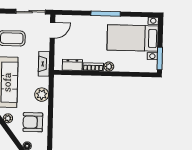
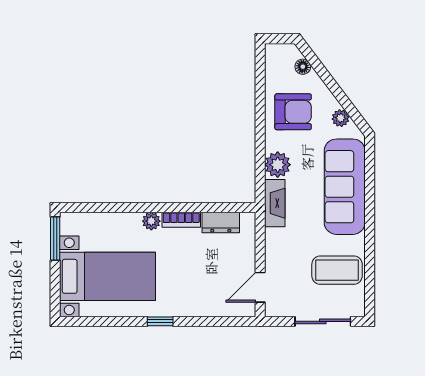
sliding door: (31, 12) -> (323, 321), moved
window: (106, 14) -> (160, 321), width x0.46
fireplace: (44, 64) -> (275, 203), moved

